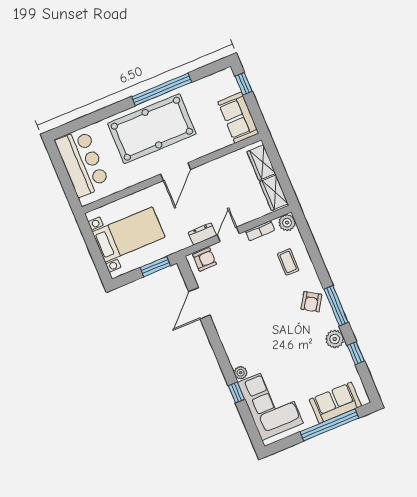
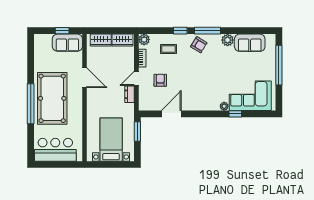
window: (244, 84) -> (62, 31), moved
window: (162, 89) -> (31, 104), moved
door: (176, 172) -> (85, 78), moved
door: (228, 234) -> (136, 78), hinge flipped
armchair: (205, 259) -> (160, 80), moved
door: (199, 303) -> (171, 114), swing flipped
window: (356, 353) -> (180, 31), moved
sofa: (335, 403) -> (250, 43), moved, turned -90

